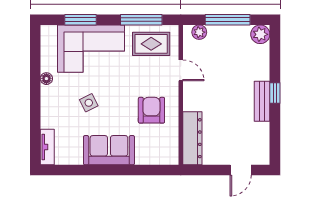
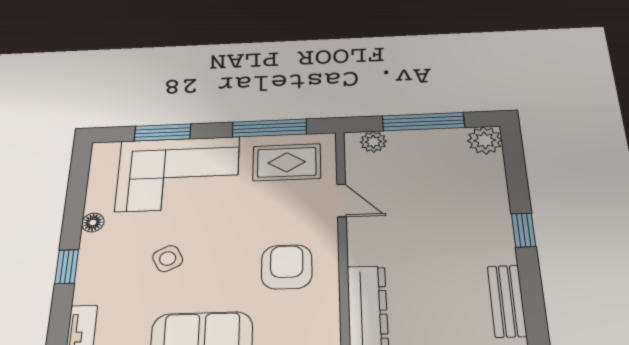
bench: (262, 101) -> (507, 301), moved
window: (35, 106) -> (67, 267), added

